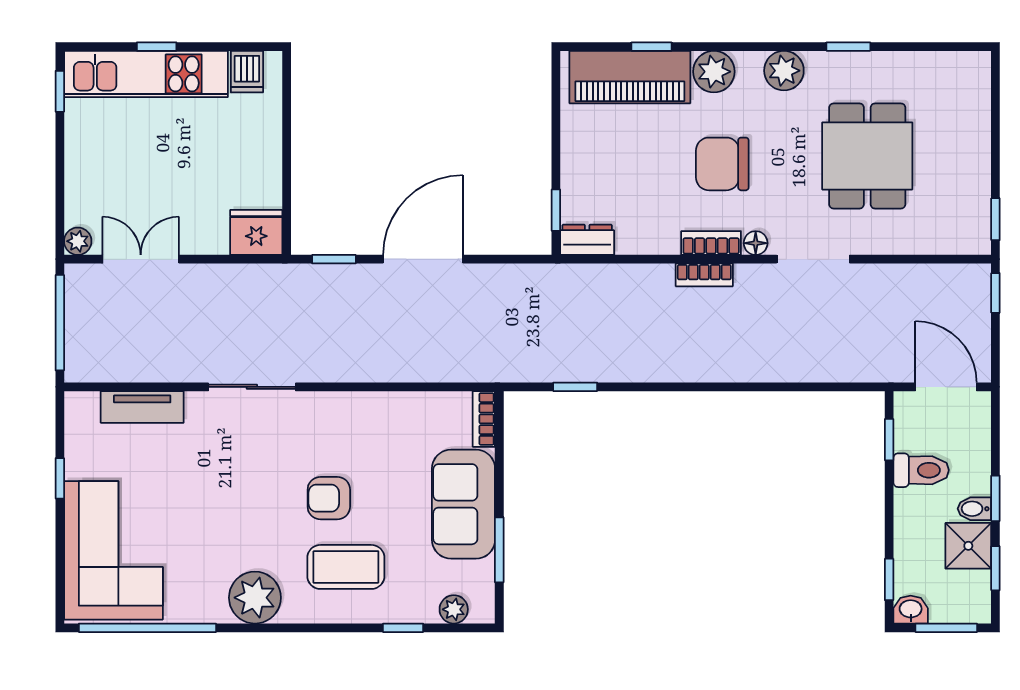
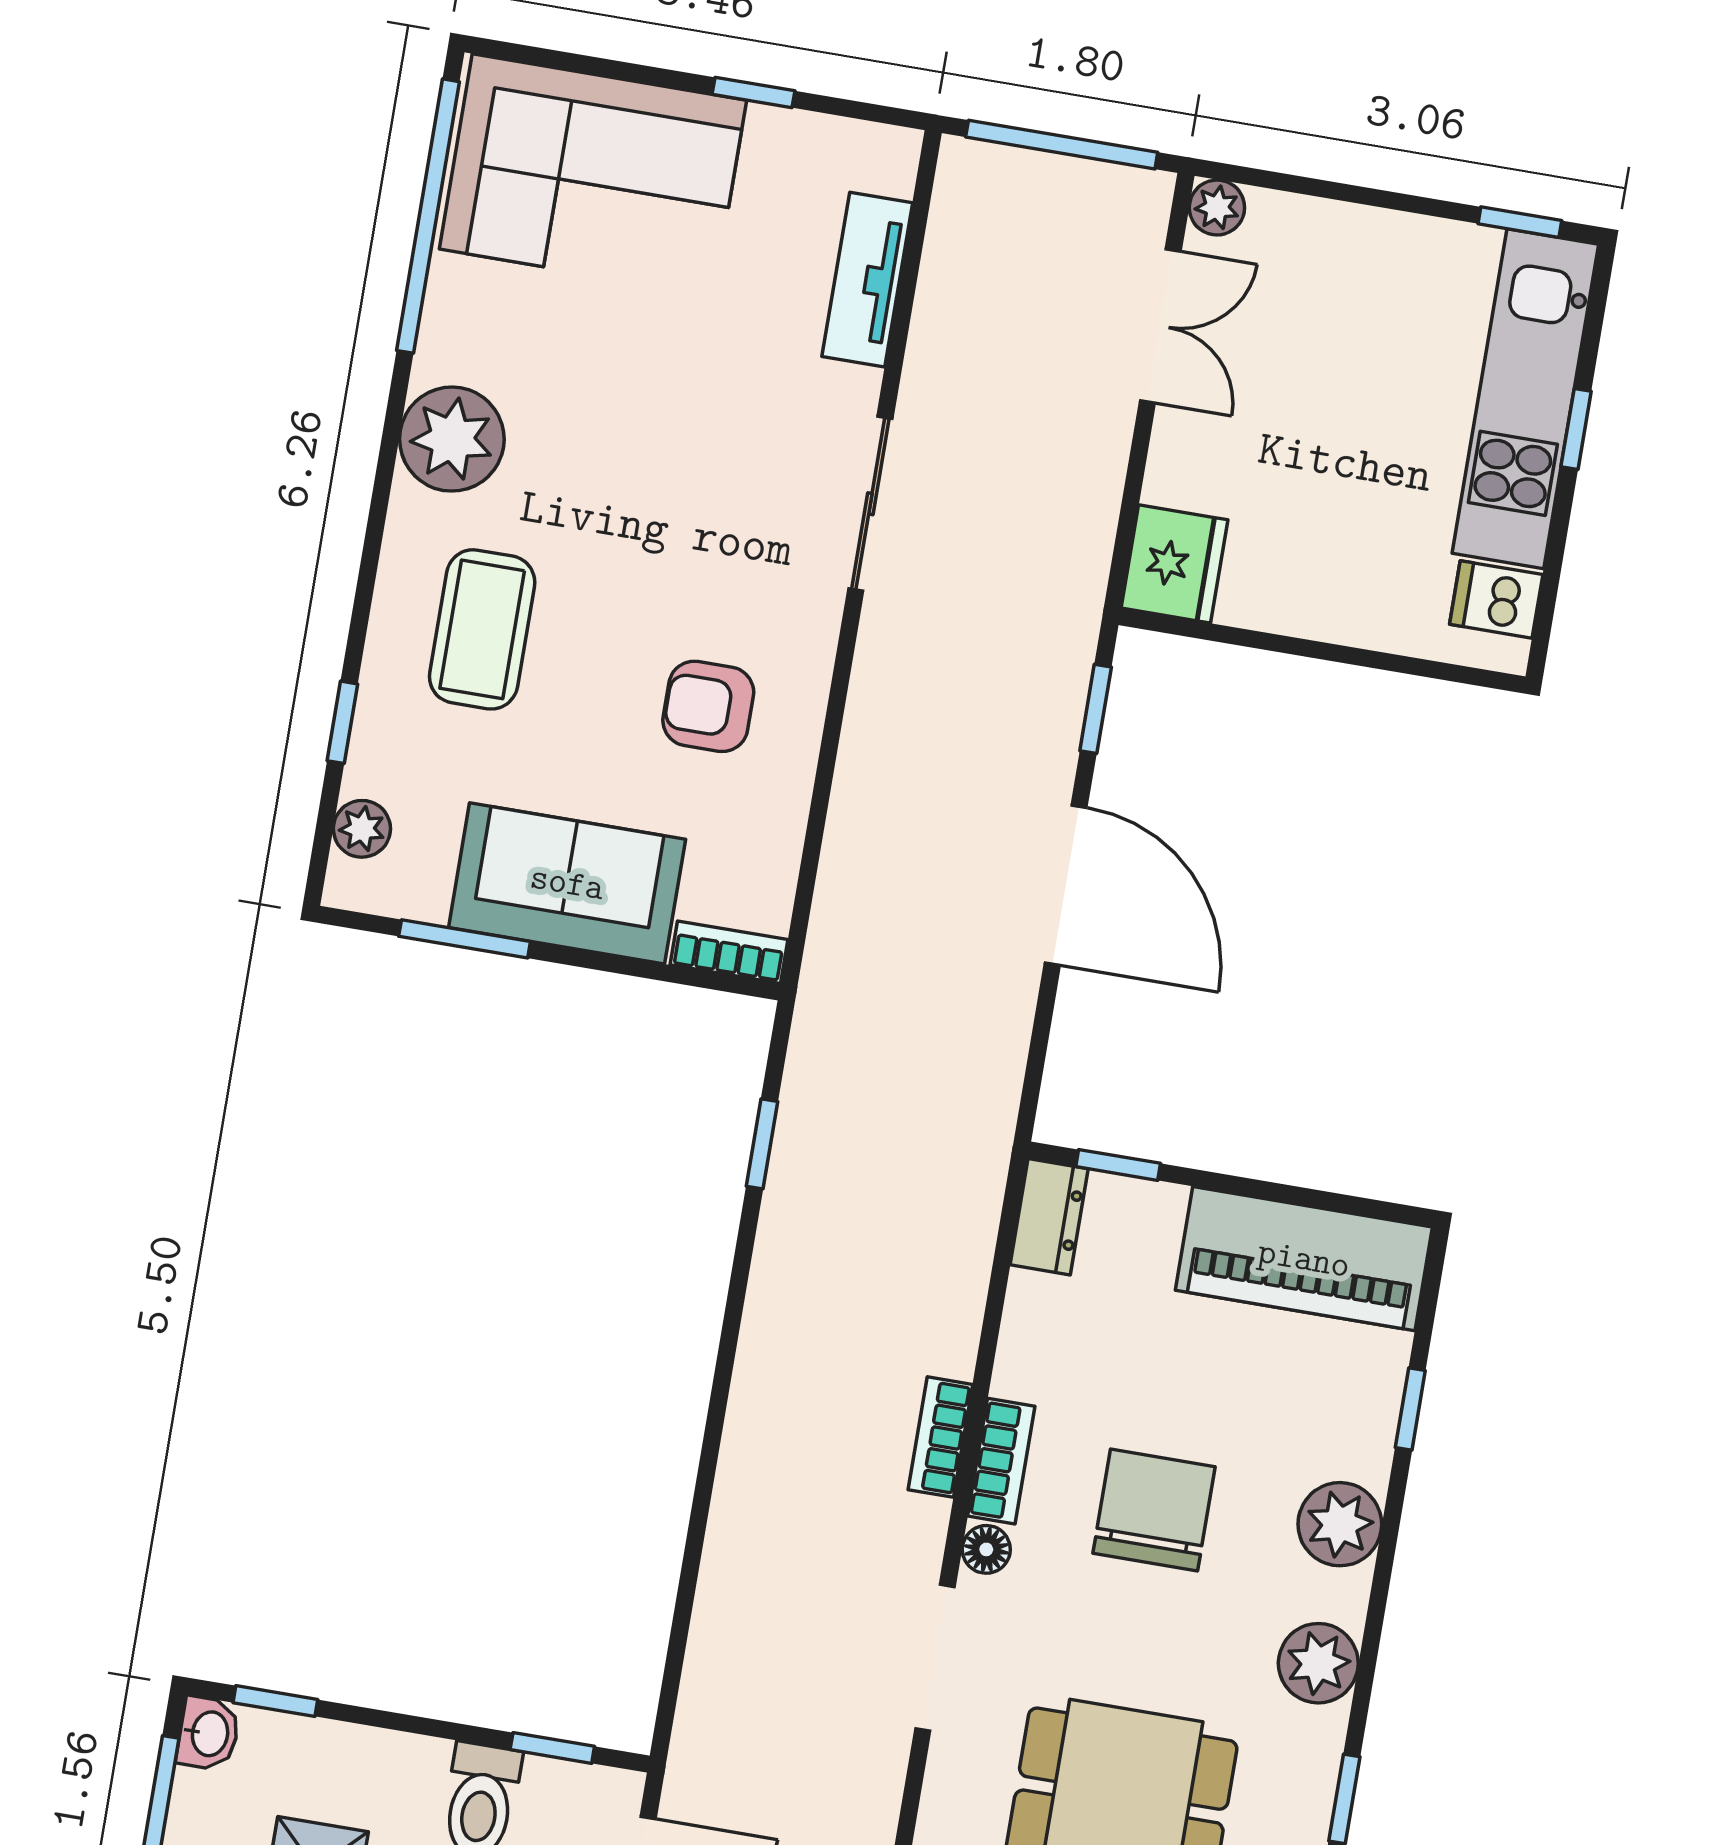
piano: (630, 77) -> (1304, 1259), moved, turned -90
armchair: (329, 498) -> (708, 706), moved, turned -90

